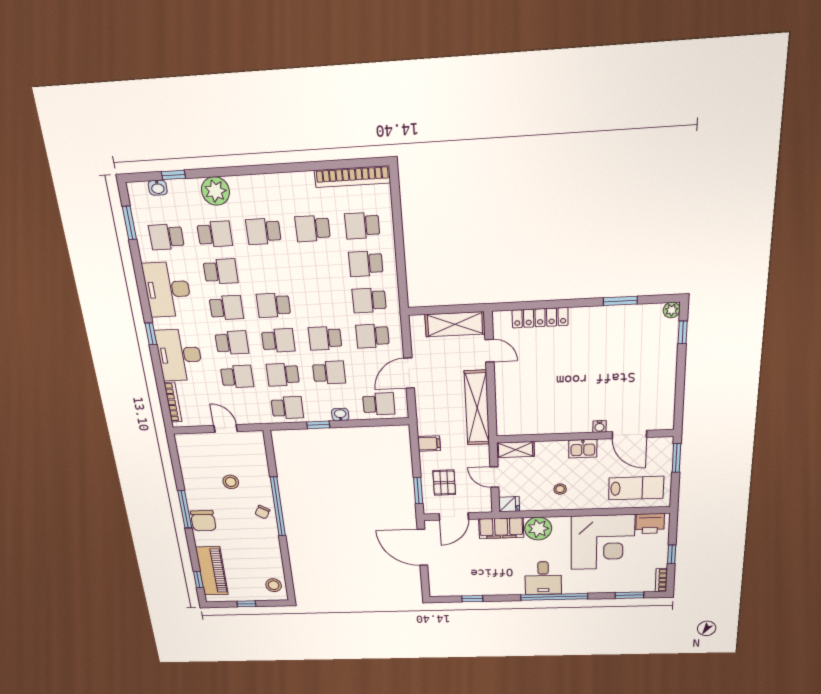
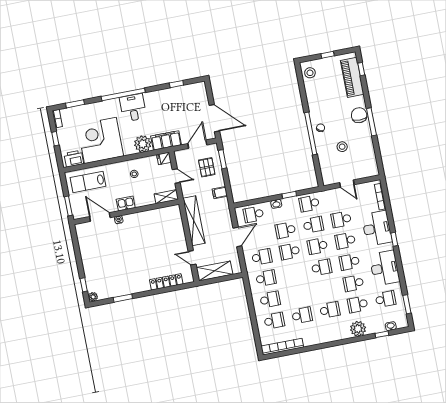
school desk: (325, 338) -> (290, 251), turned 180

